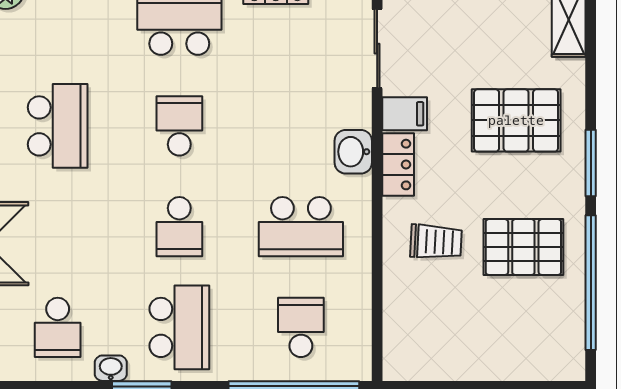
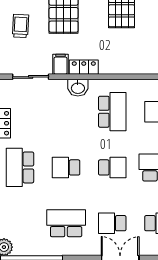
school desk: (58, 227) -> (112, 223), added
trolley: (436, 242) -> (21, 26), moved

